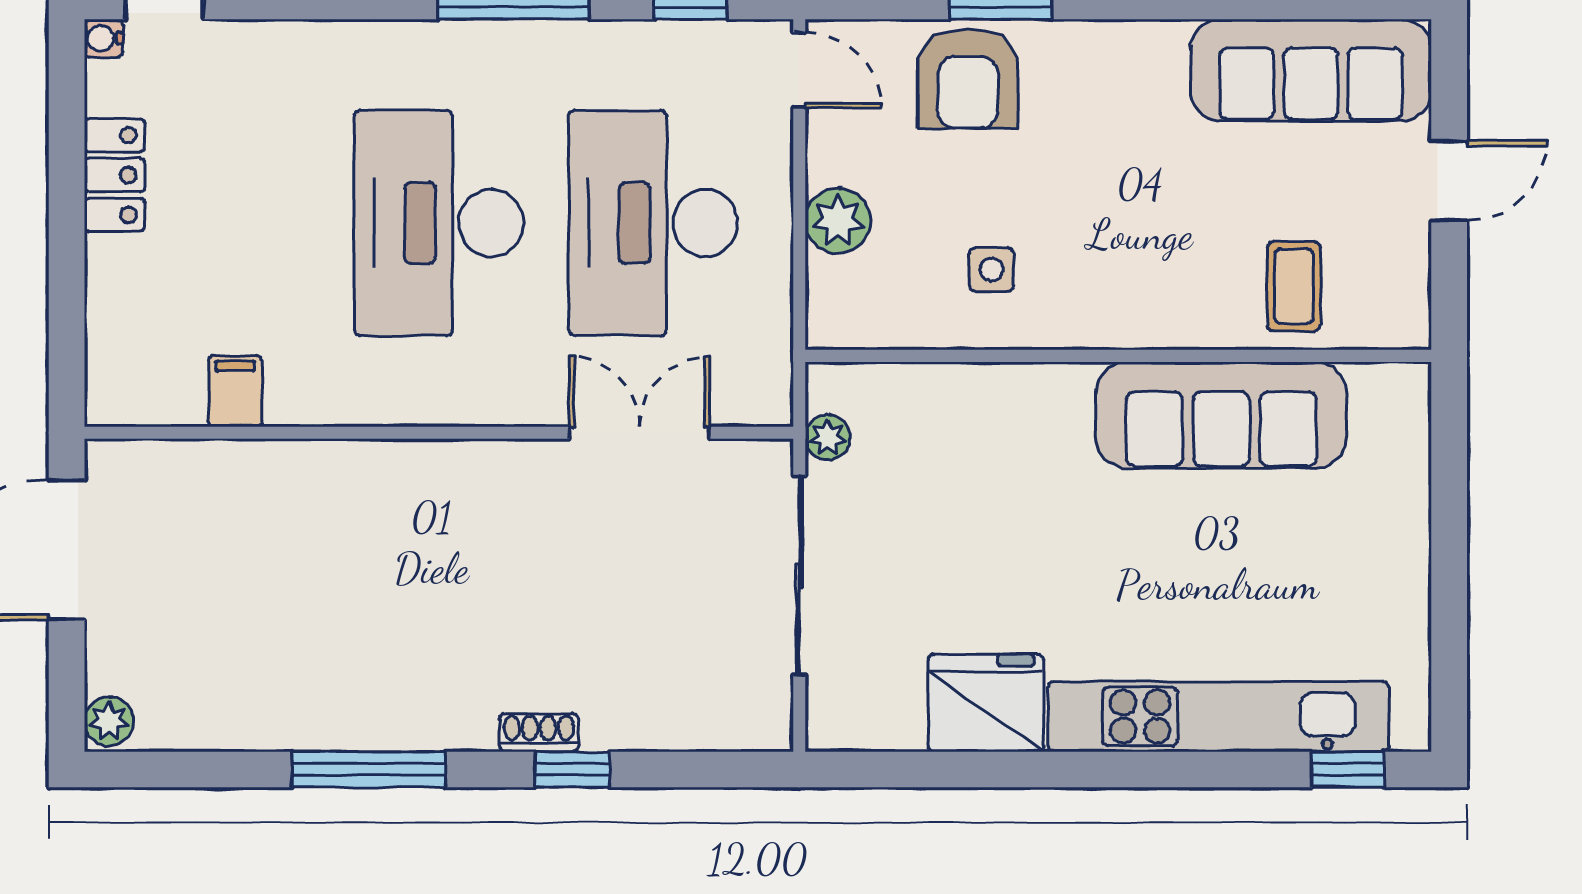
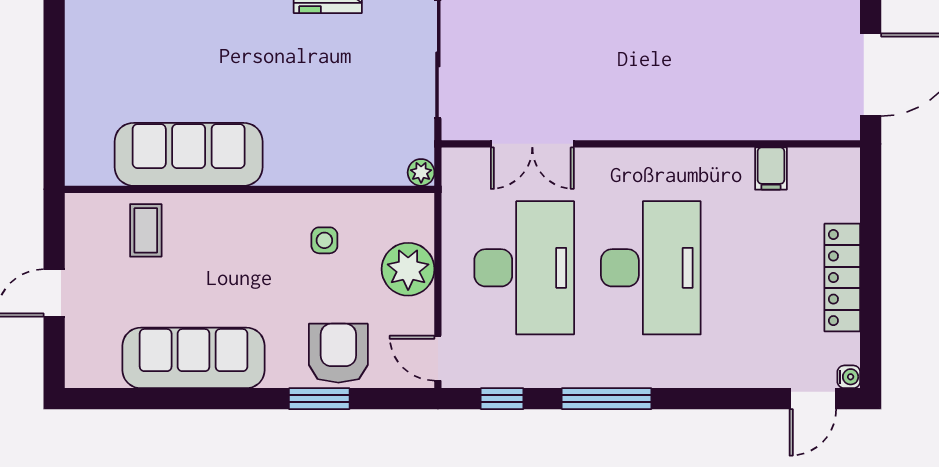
sofa: (1311, 70) -> (194, 358), moved
locker: (114, 175) -> (842, 278), width x1.53
plant: (838, 221) -> (408, 269), width x1.36, depth x1.36
plant: (828, 437) -> (421, 172), moved

